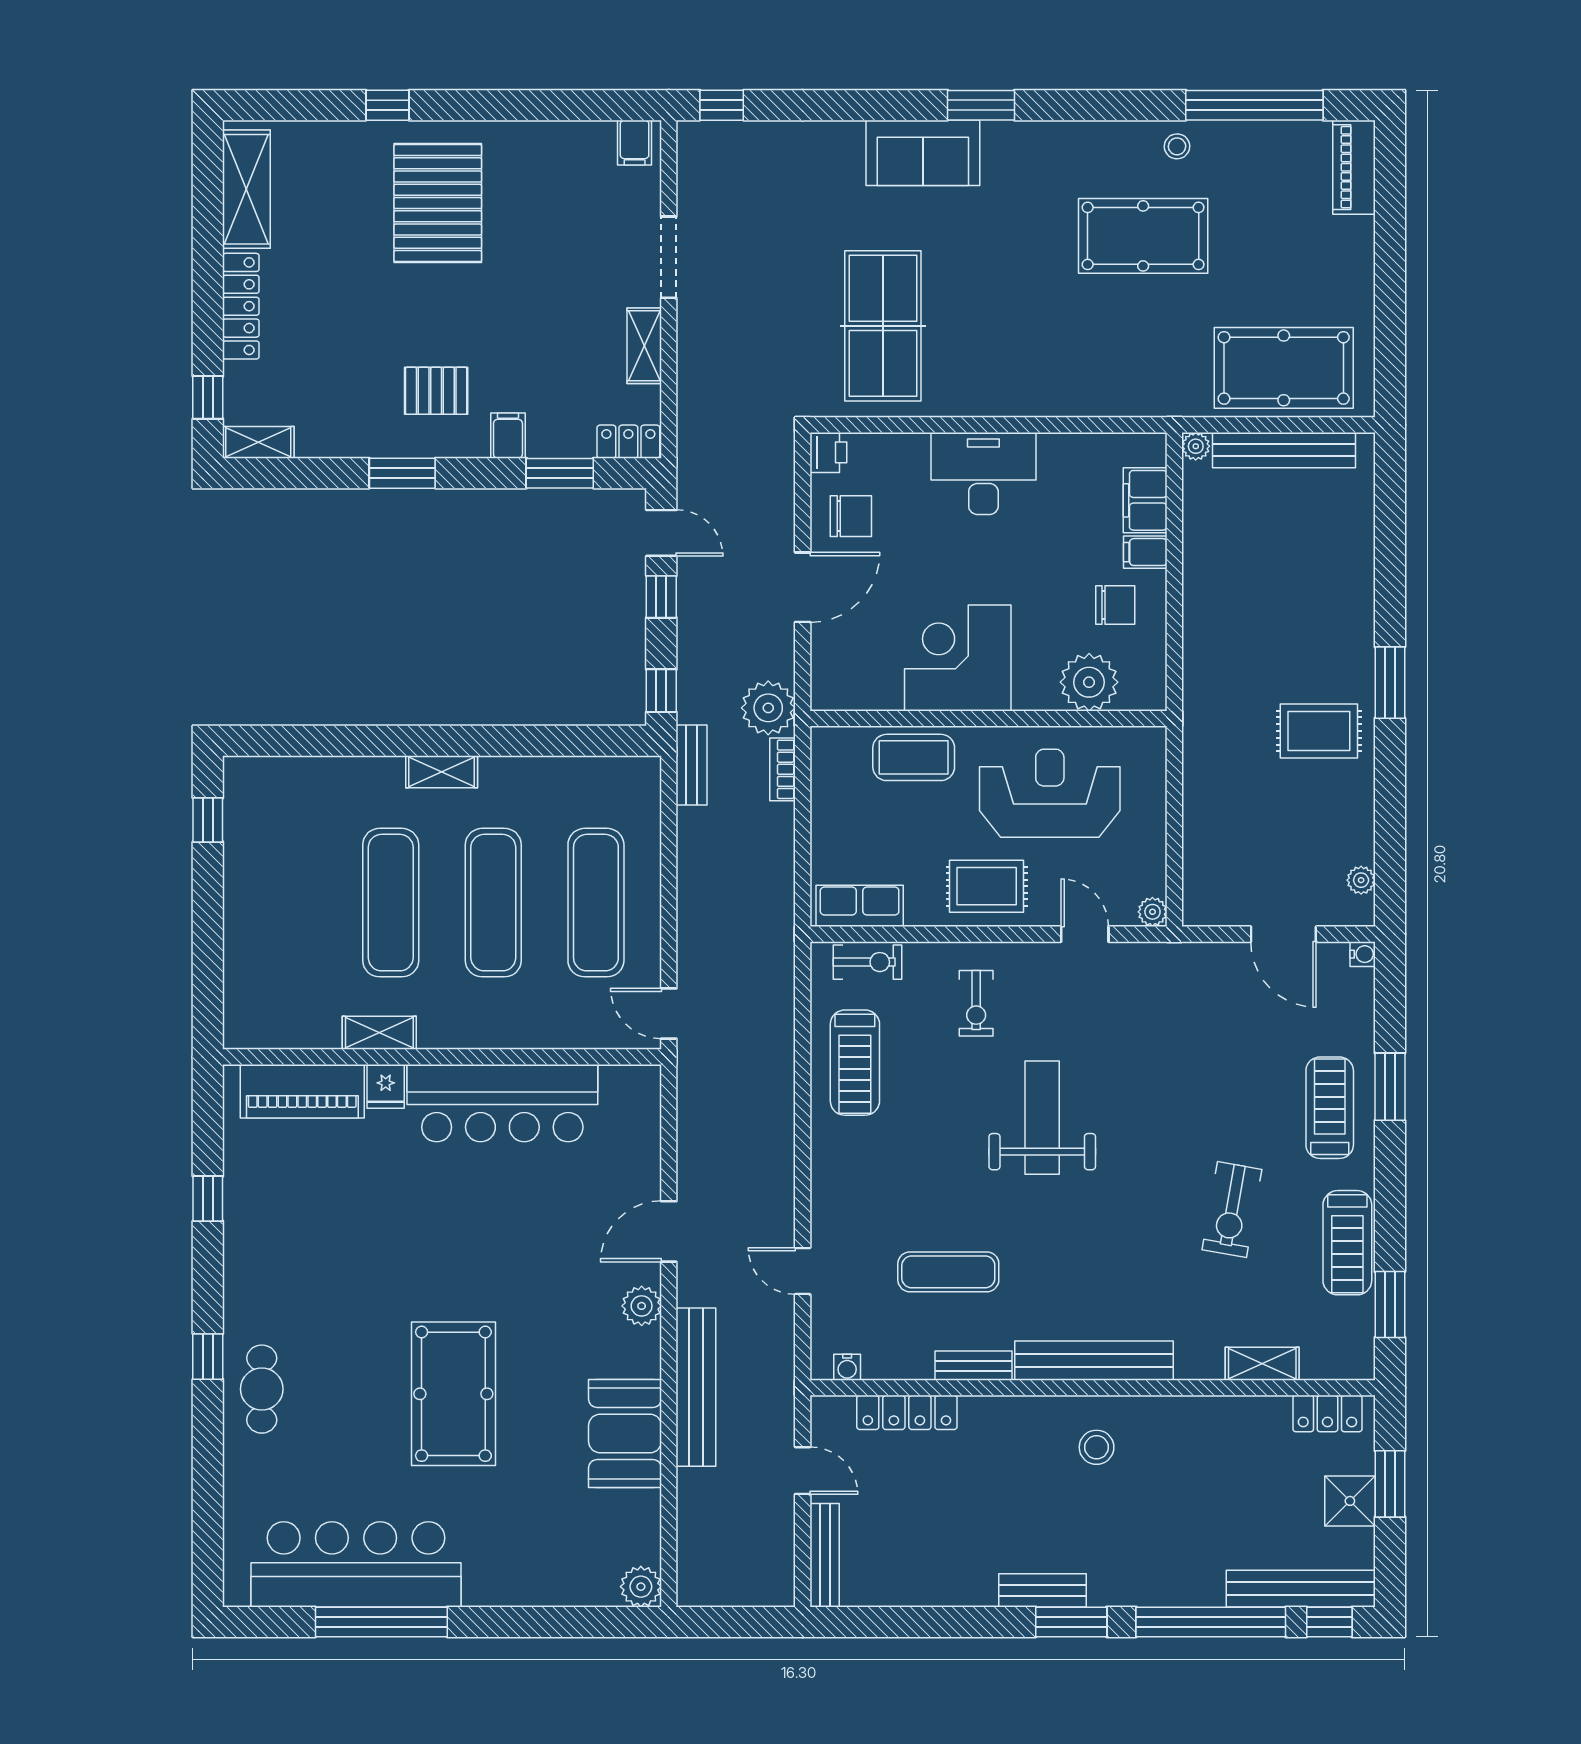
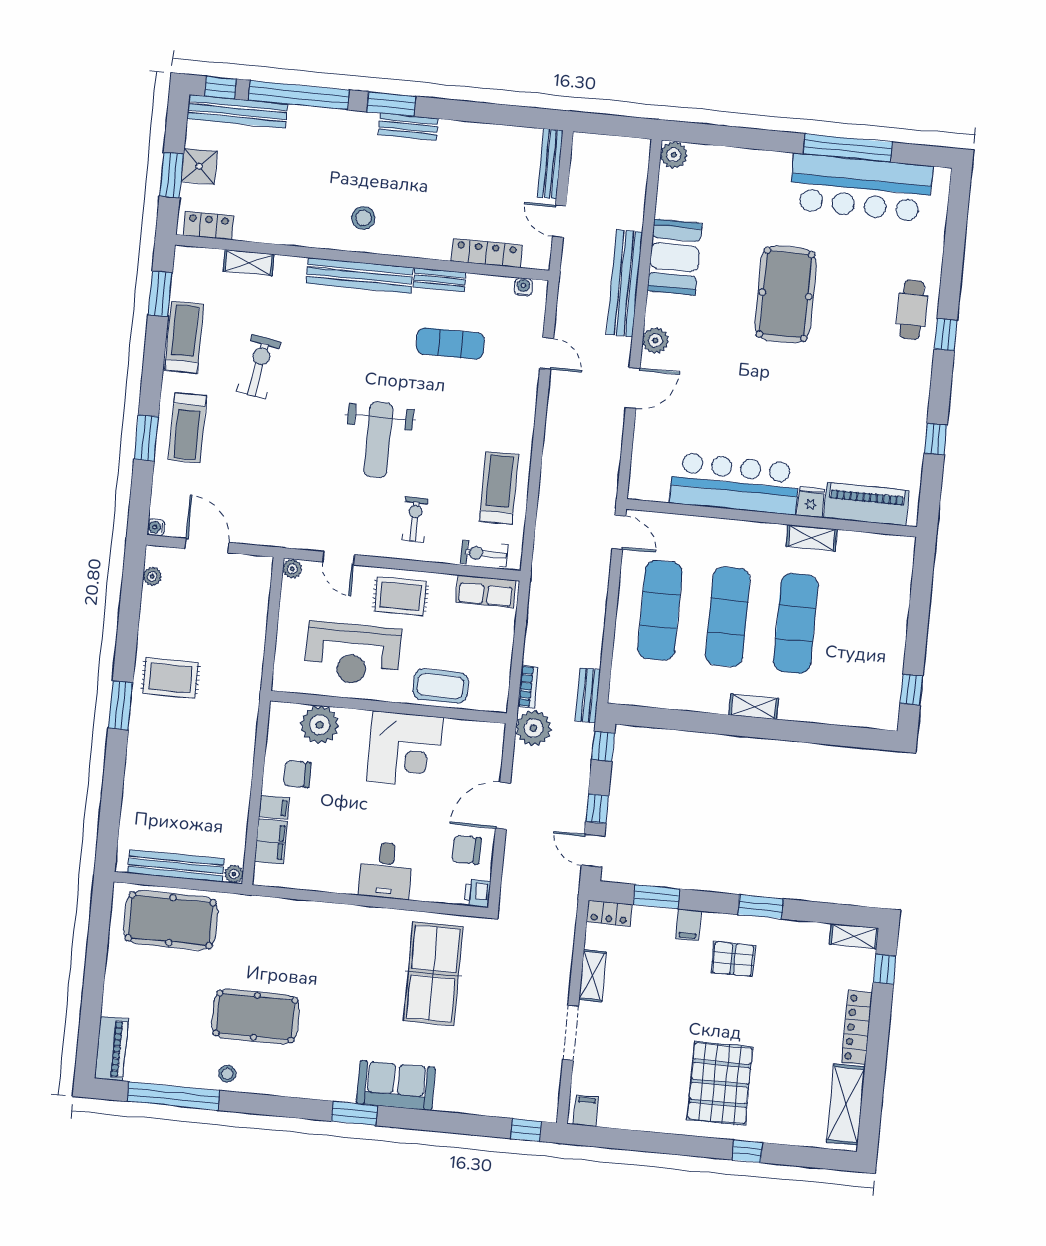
desk: (983, 473) -> (386, 870), width x0.73

